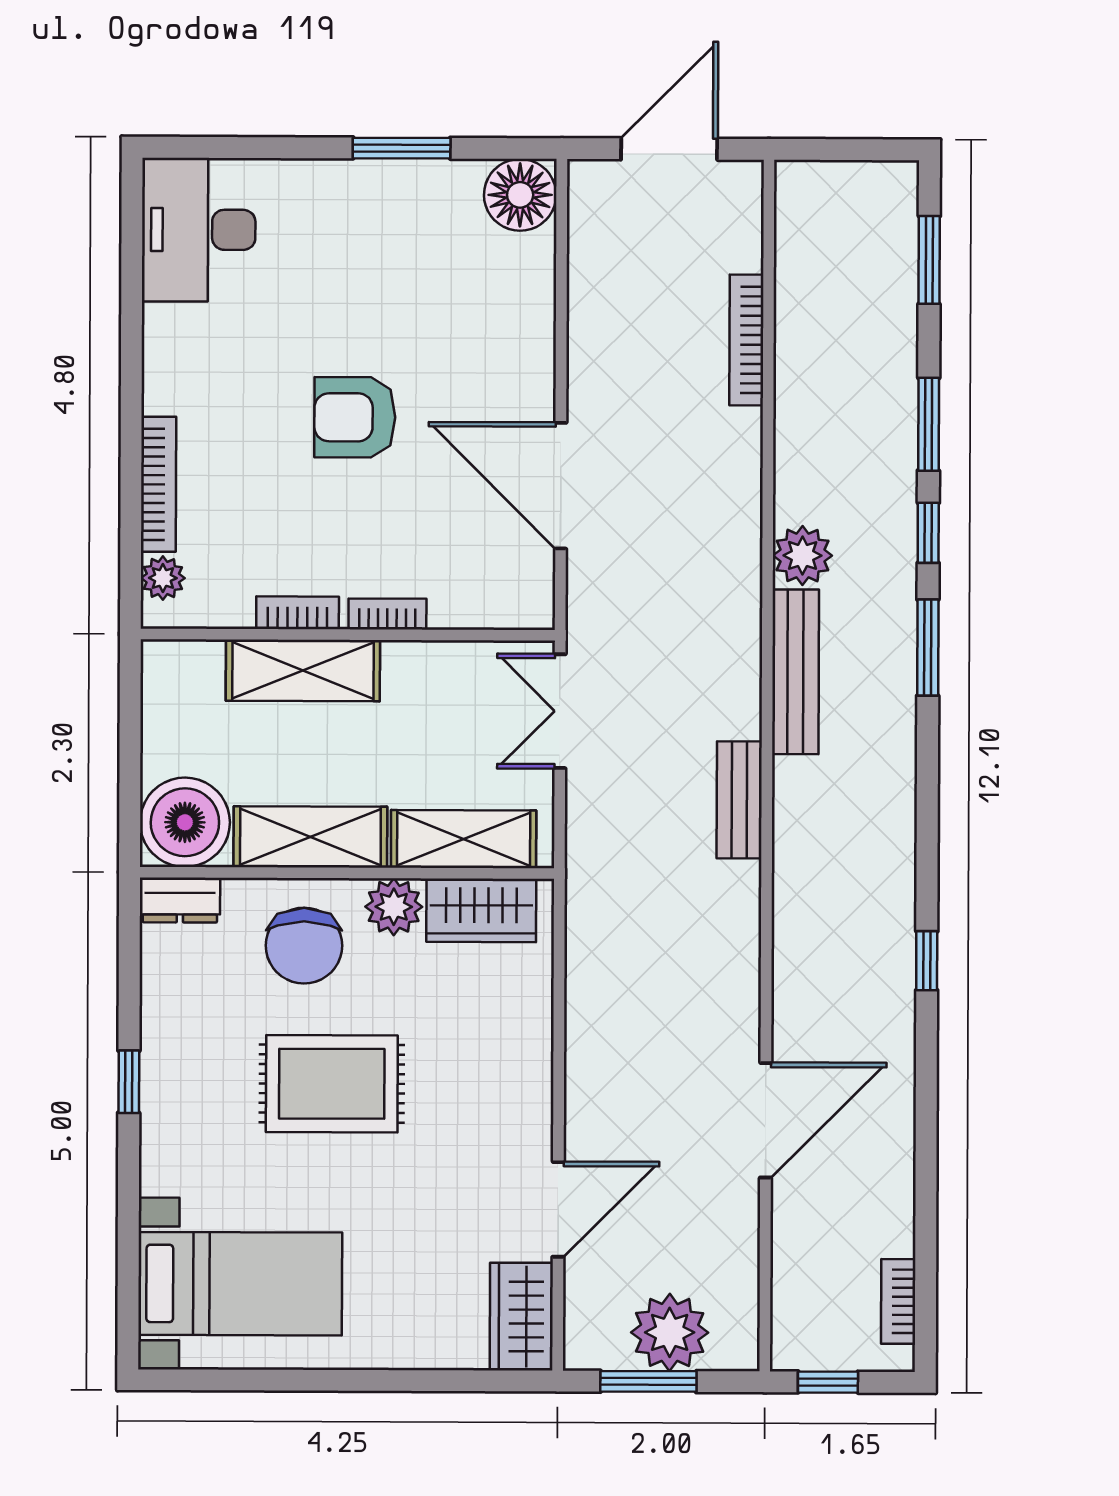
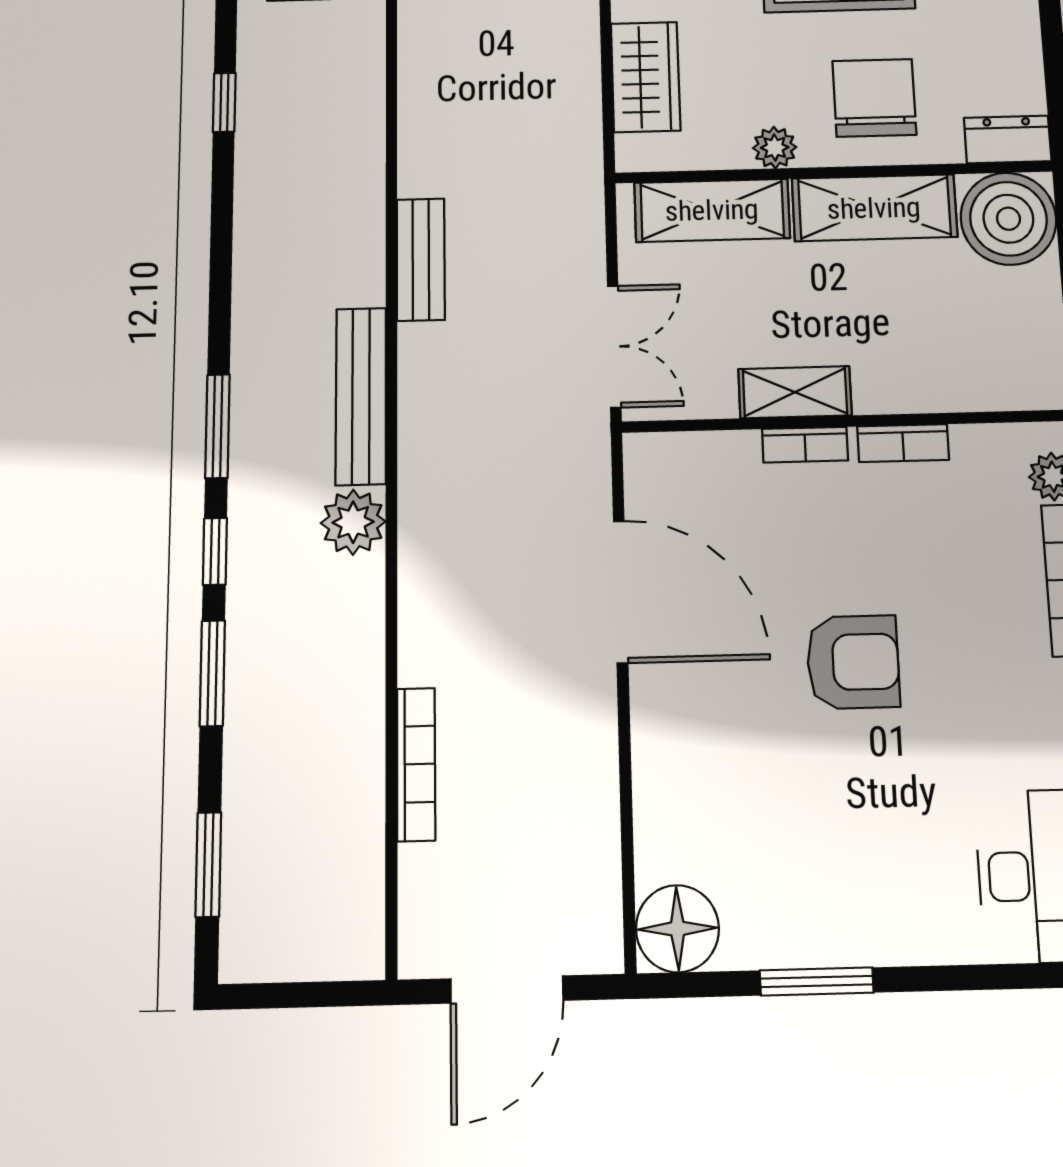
shelving: (303, 670) -> (795, 392), moved, width x0.67, depth x0.75
plant: (394, 907) -> (775, 148), width x0.73, depth x0.73
wardrobe: (481, 910) -> (646, 77), moved, turned 90

